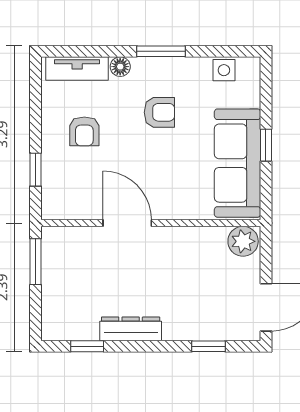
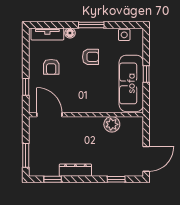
door: (127, 223) -> (49, 115), moved
plant: (243, 241) -> (112, 124), moved
window: (36, 262) -> (26, 155), moved

